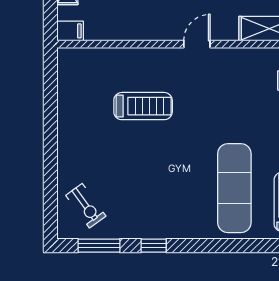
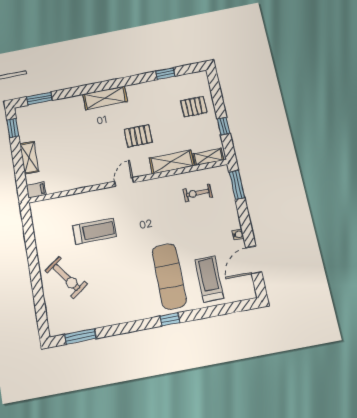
exercise bike: (86, 206) -> (66, 277), moved, width x1.38, depth x1.39
window: (154, 246) -> (170, 319), moved

